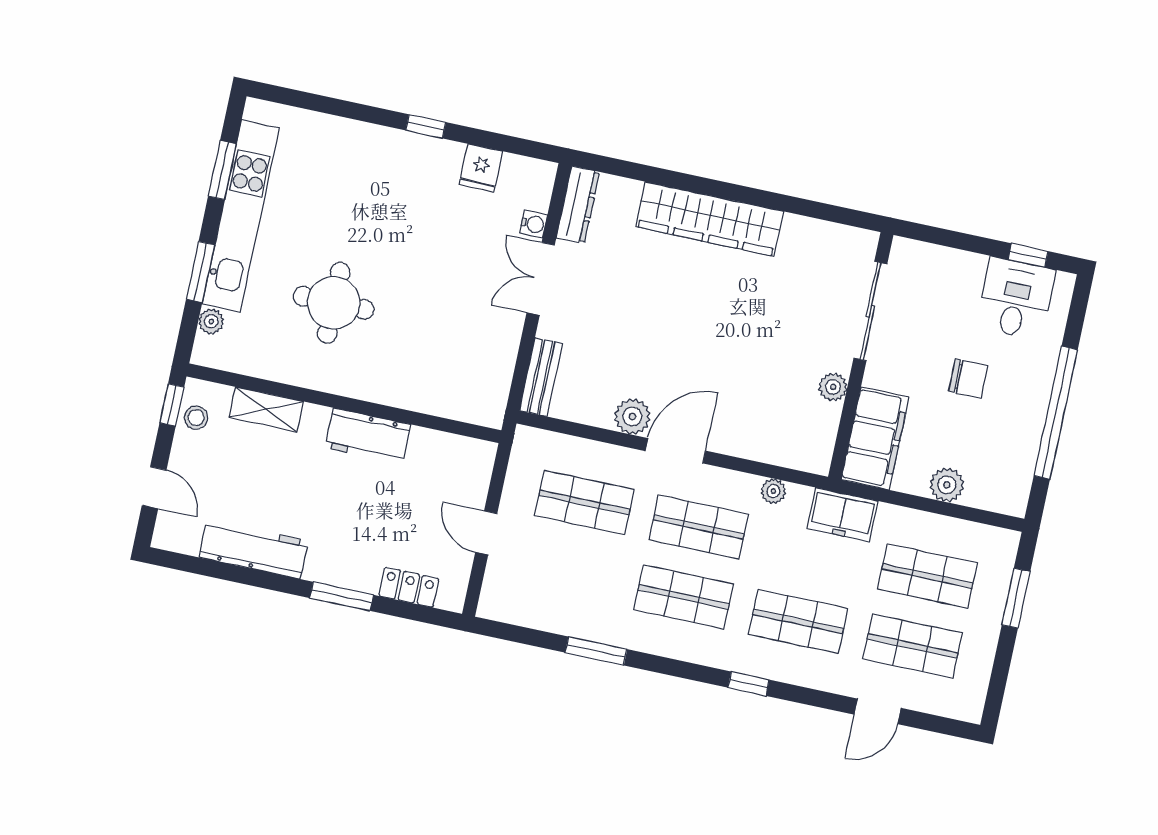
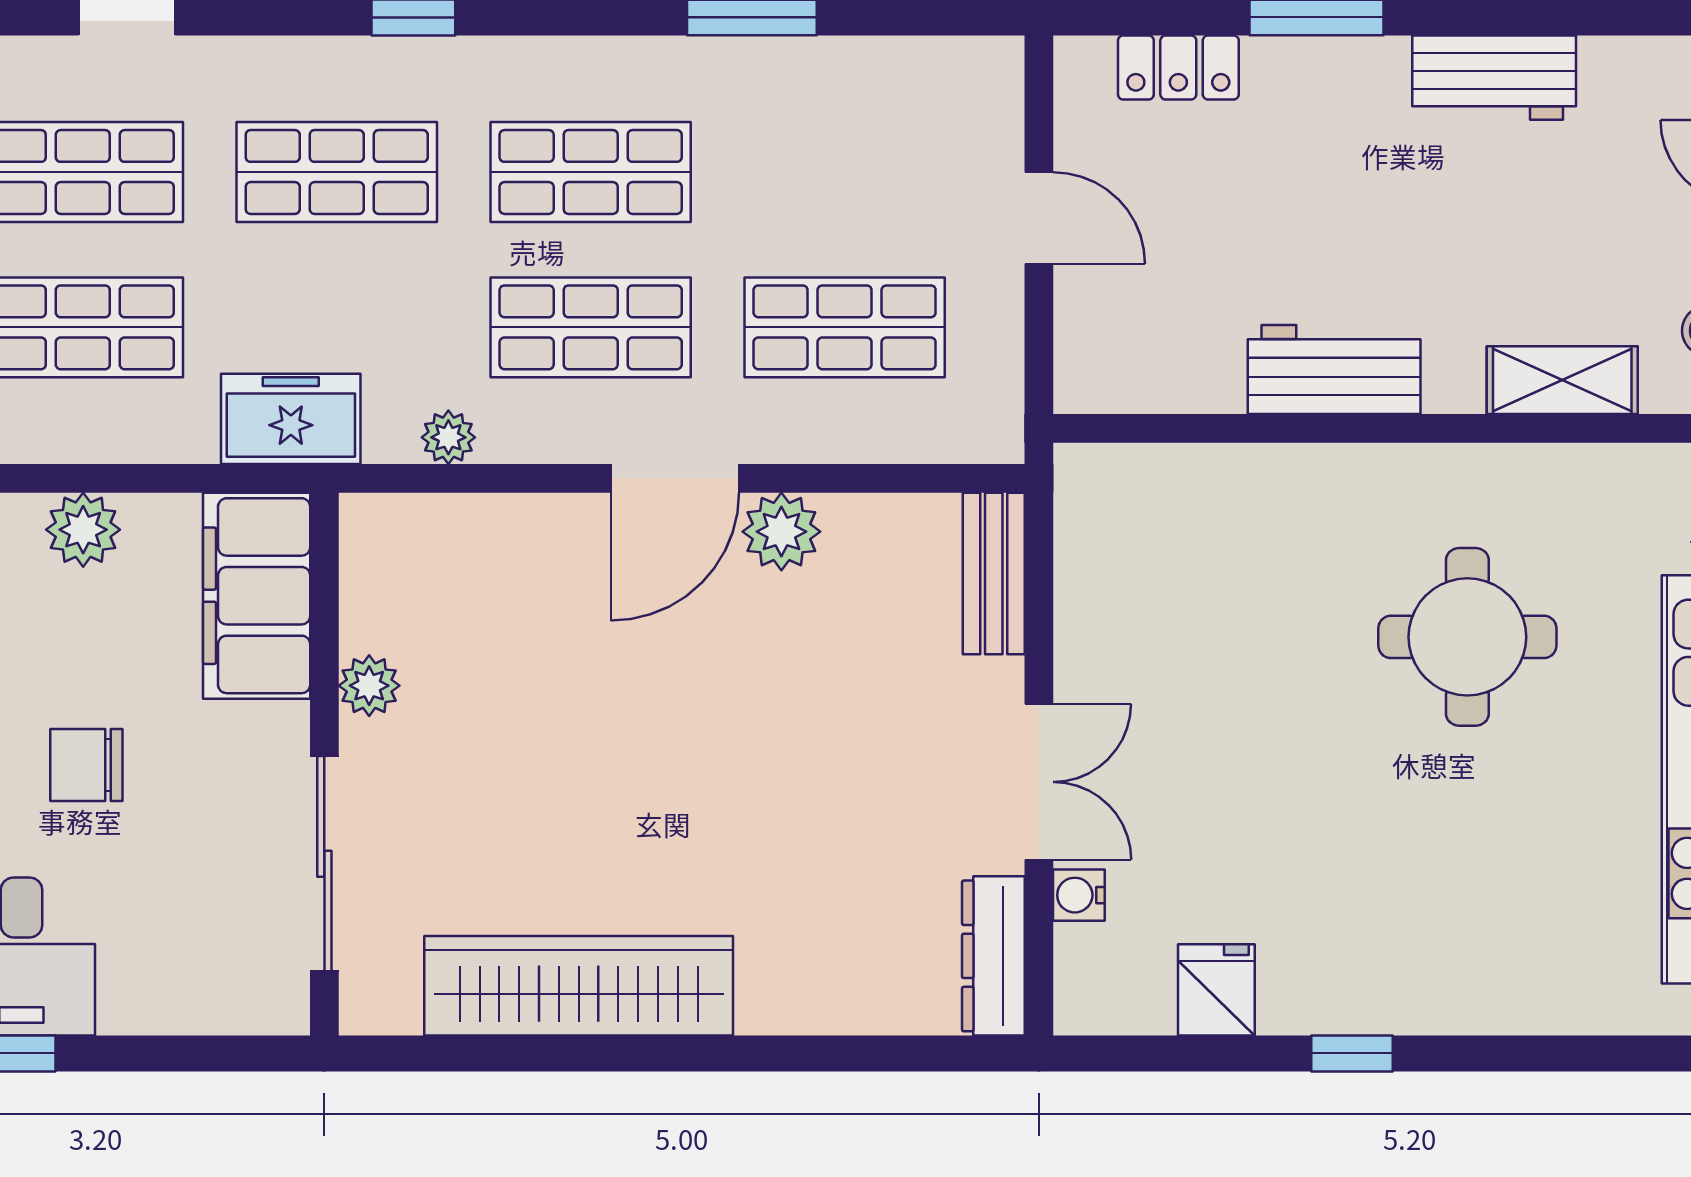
wardrobe: (710, 219) -> (579, 986), moved
workbench: (254, 549) -> (1494, 78), width x0.73

